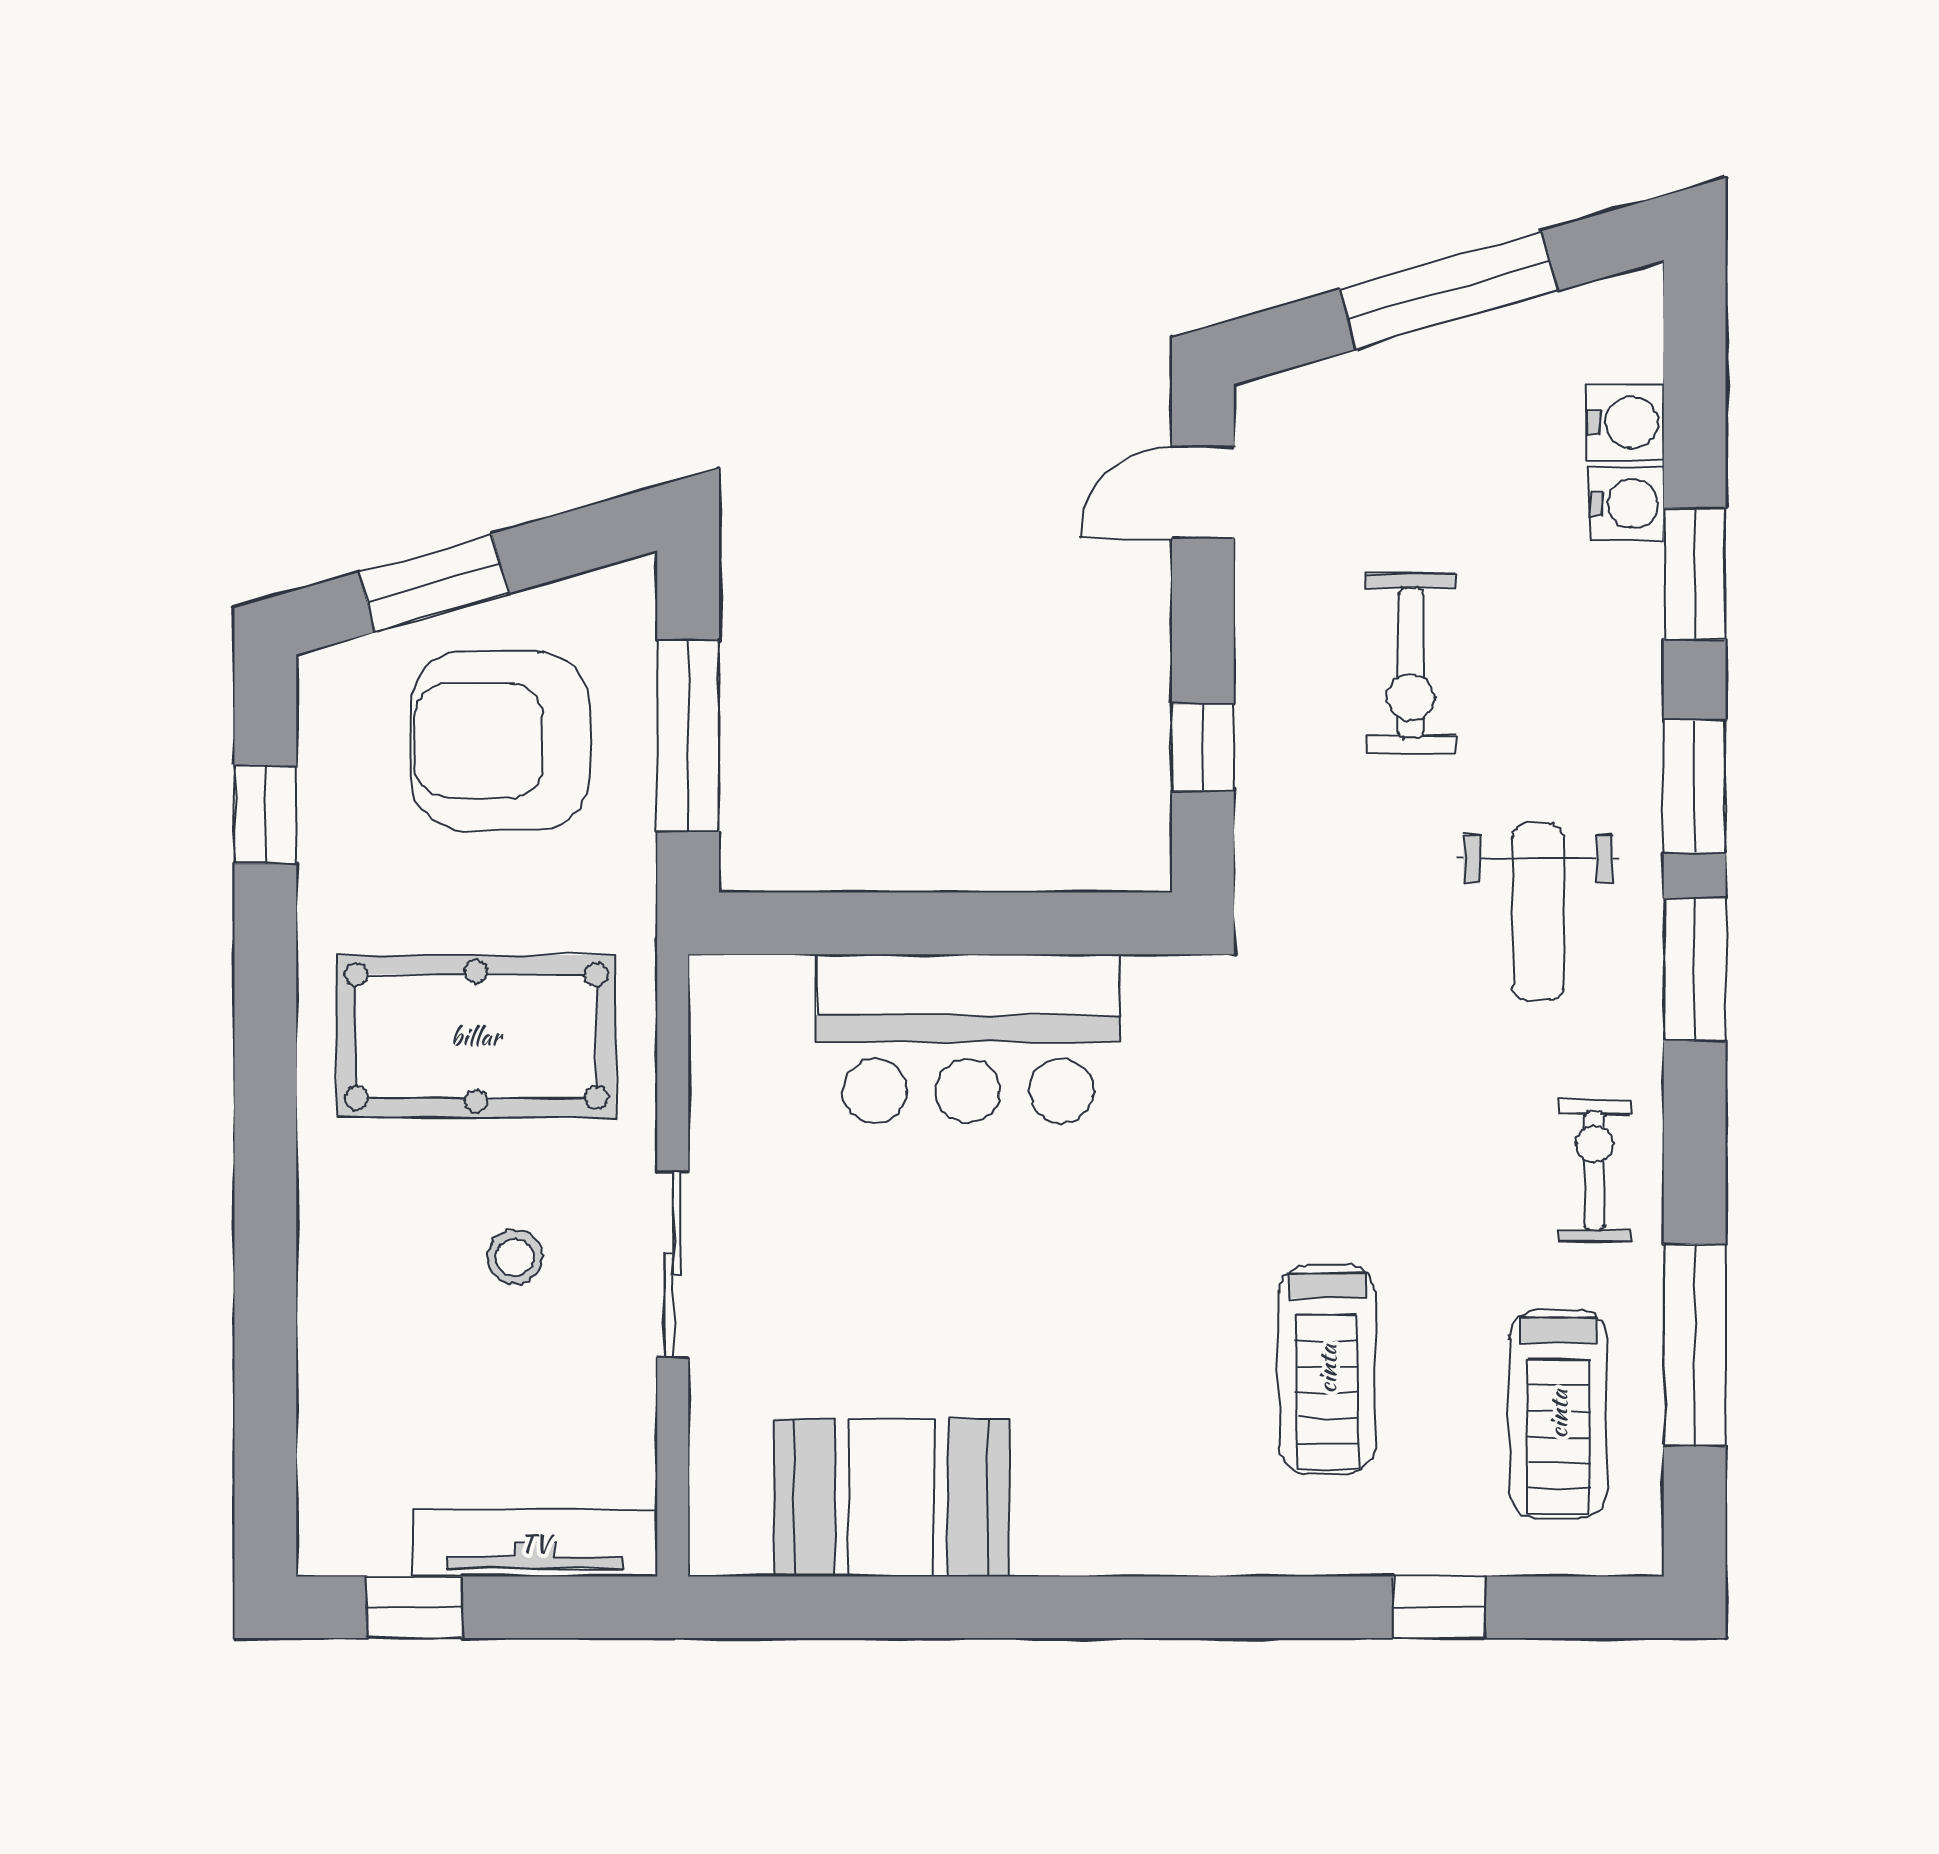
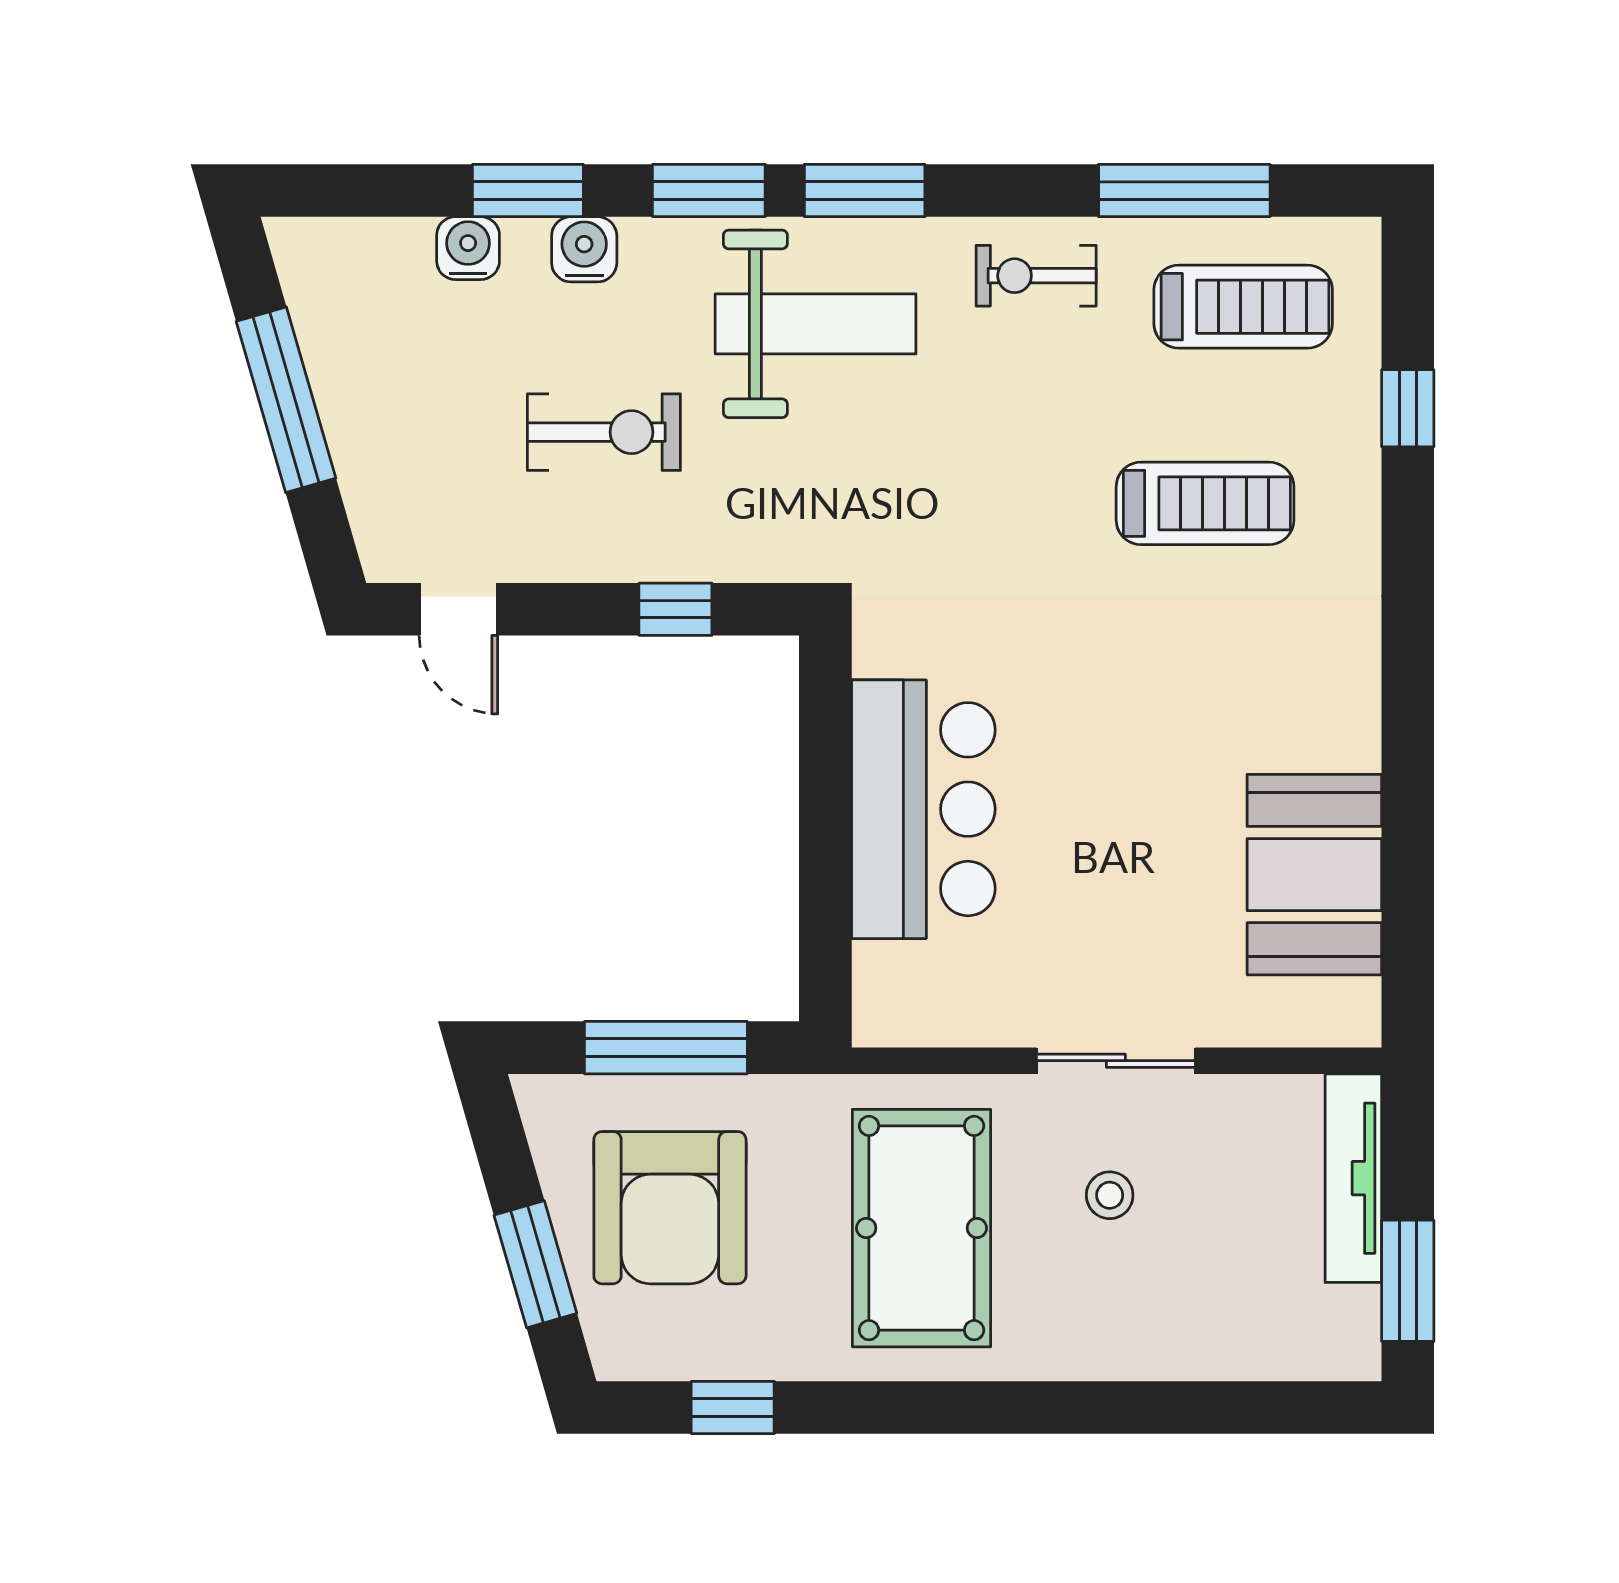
water cooler: (1626, 422) -> (584, 249), moved
weight bench: (1538, 912) -> (816, 324), width x1.36, depth x1.33
window: (414, 1607) -> (1408, 1281), width x1.50

